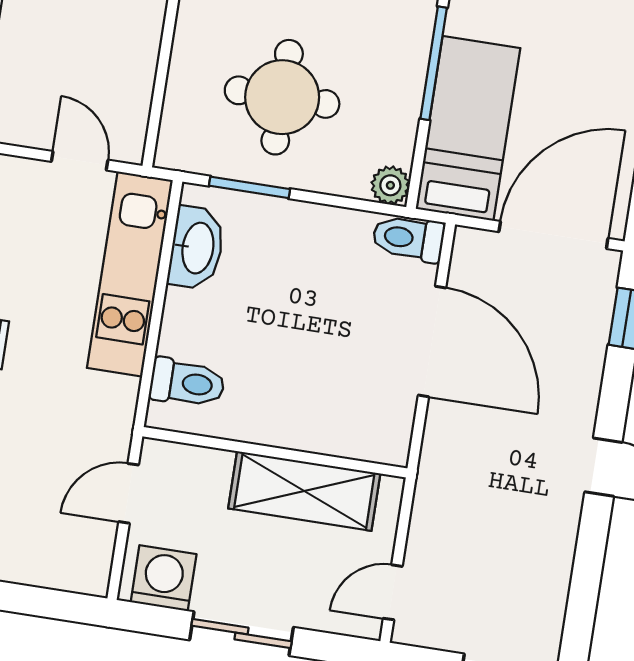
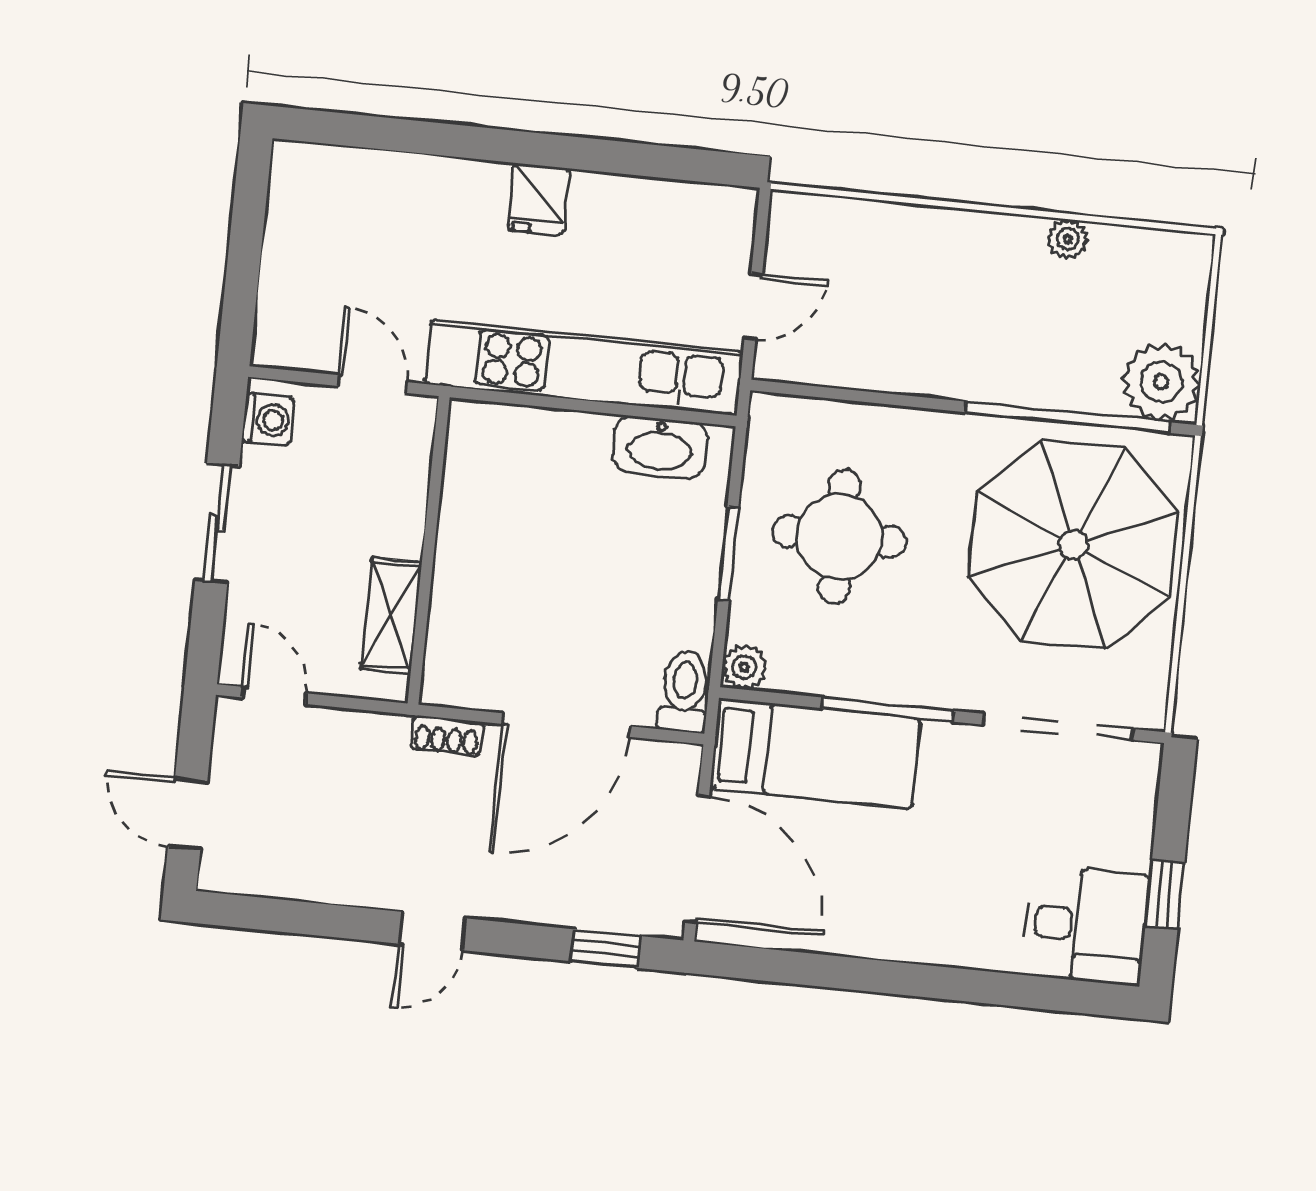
window: (250, 187) -> (728, 554), moved
kitchen unit: (130, 274) -> (584, 368), width x1.36
toilet: (187, 383) -> (503, 445), removed
shoe rack: (435, 445) -> (447, 735), added
shelving: (304, 491) -> (391, 616), width x0.67, depth x0.75
washing machine: (164, 578) -> (268, 420), width x0.73, depth x0.73

